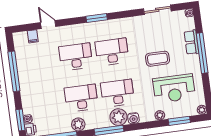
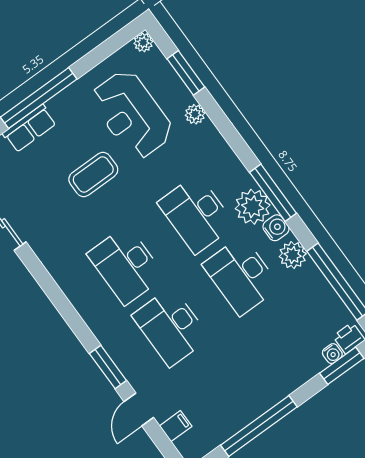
window: (97, 18) -> (108, 367), moved
coffee table: (158, 59) -> (93, 174), turned 90
reception desk: (174, 88) -> (132, 115), turned 180
plant: (118, 117) -> (253, 207), moved
water cooler: (133, 118) -> (276, 228), moved

